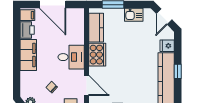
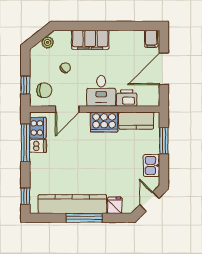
door: (164, 17) -> (149, 202), hinge flipped
printer: (27, 30) -> (127, 98), moved, turned 180
filing cabinet: (28, 55) -> (90, 40), moved
window: (178, 71) -> (84, 218), width x2.17

